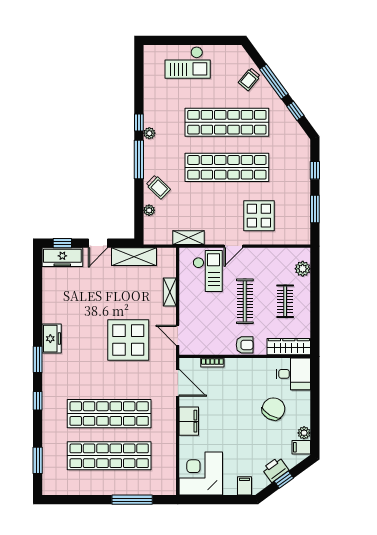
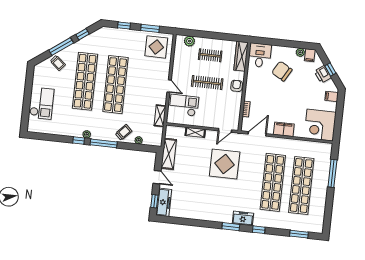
display table: (259, 216) -> (156, 47), moved
freezer: (52, 339) -> (243, 218), moved

